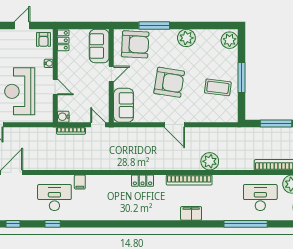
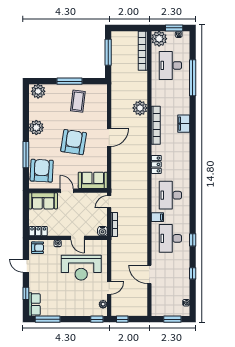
door: (55, 87) -> (78, 238), swing flipped
desk: (106, 198) -> (170, 195), added

